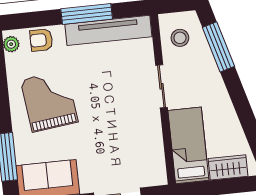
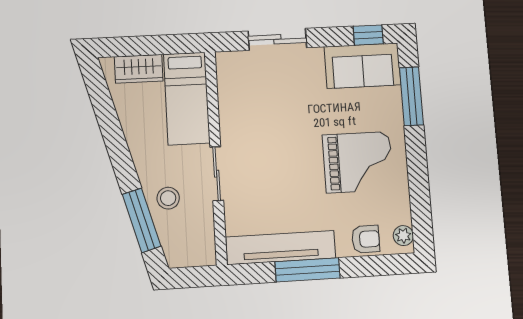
stool: (180, 38) -> (168, 198), moved
grand piano: (49, 101) -> (358, 162), turned -83

